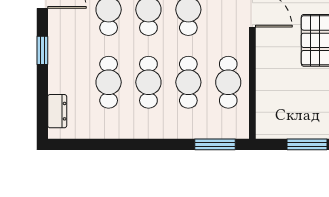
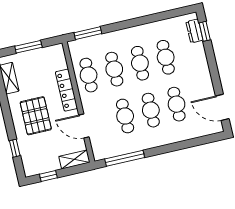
window: (42, 50) -> (205, 31), moved
locker: (266, 68) -> (66, 90), added

